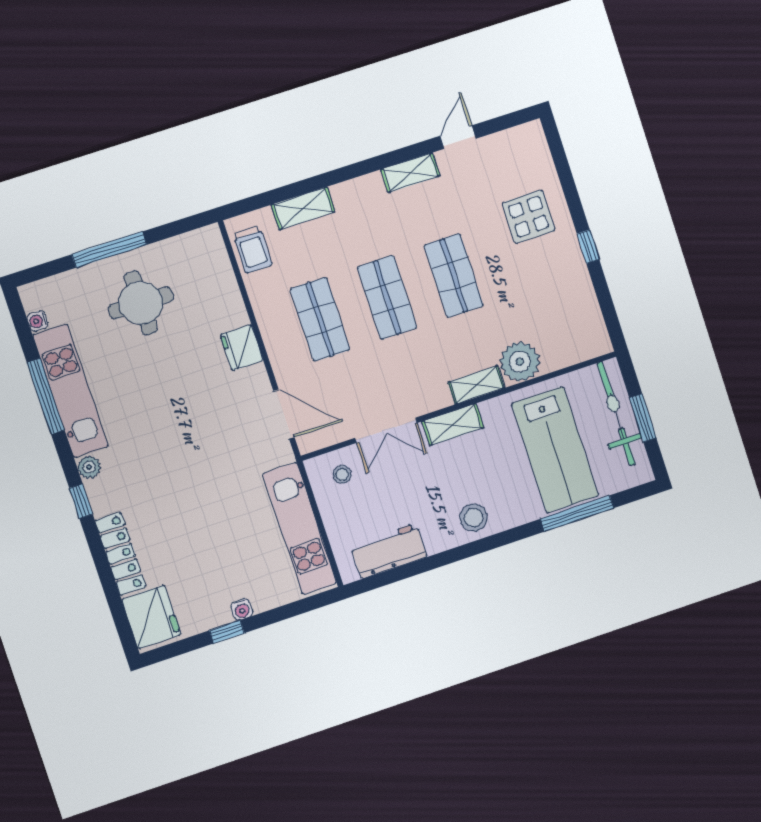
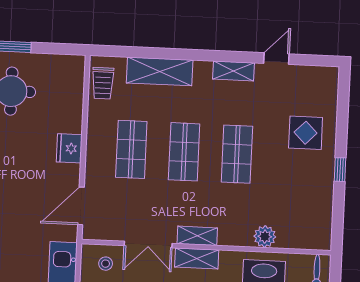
shelving: (303, 208) -> (160, 71), width x1.50, depth x1.33
plant: (520, 362) -> (265, 237), width x0.73, depth x0.73
shelving: (476, 385) -> (197, 236), moved
door: (284, 414) -> (81, 206), swing flipped

